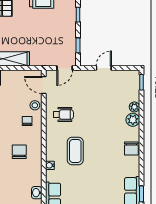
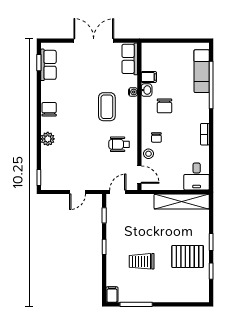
plant: (134, 107) -> (46, 152), removed
filing cabinet: (35, 180) -> (149, 77), added
washbasin: (37, 193) -> (147, 90), moved

